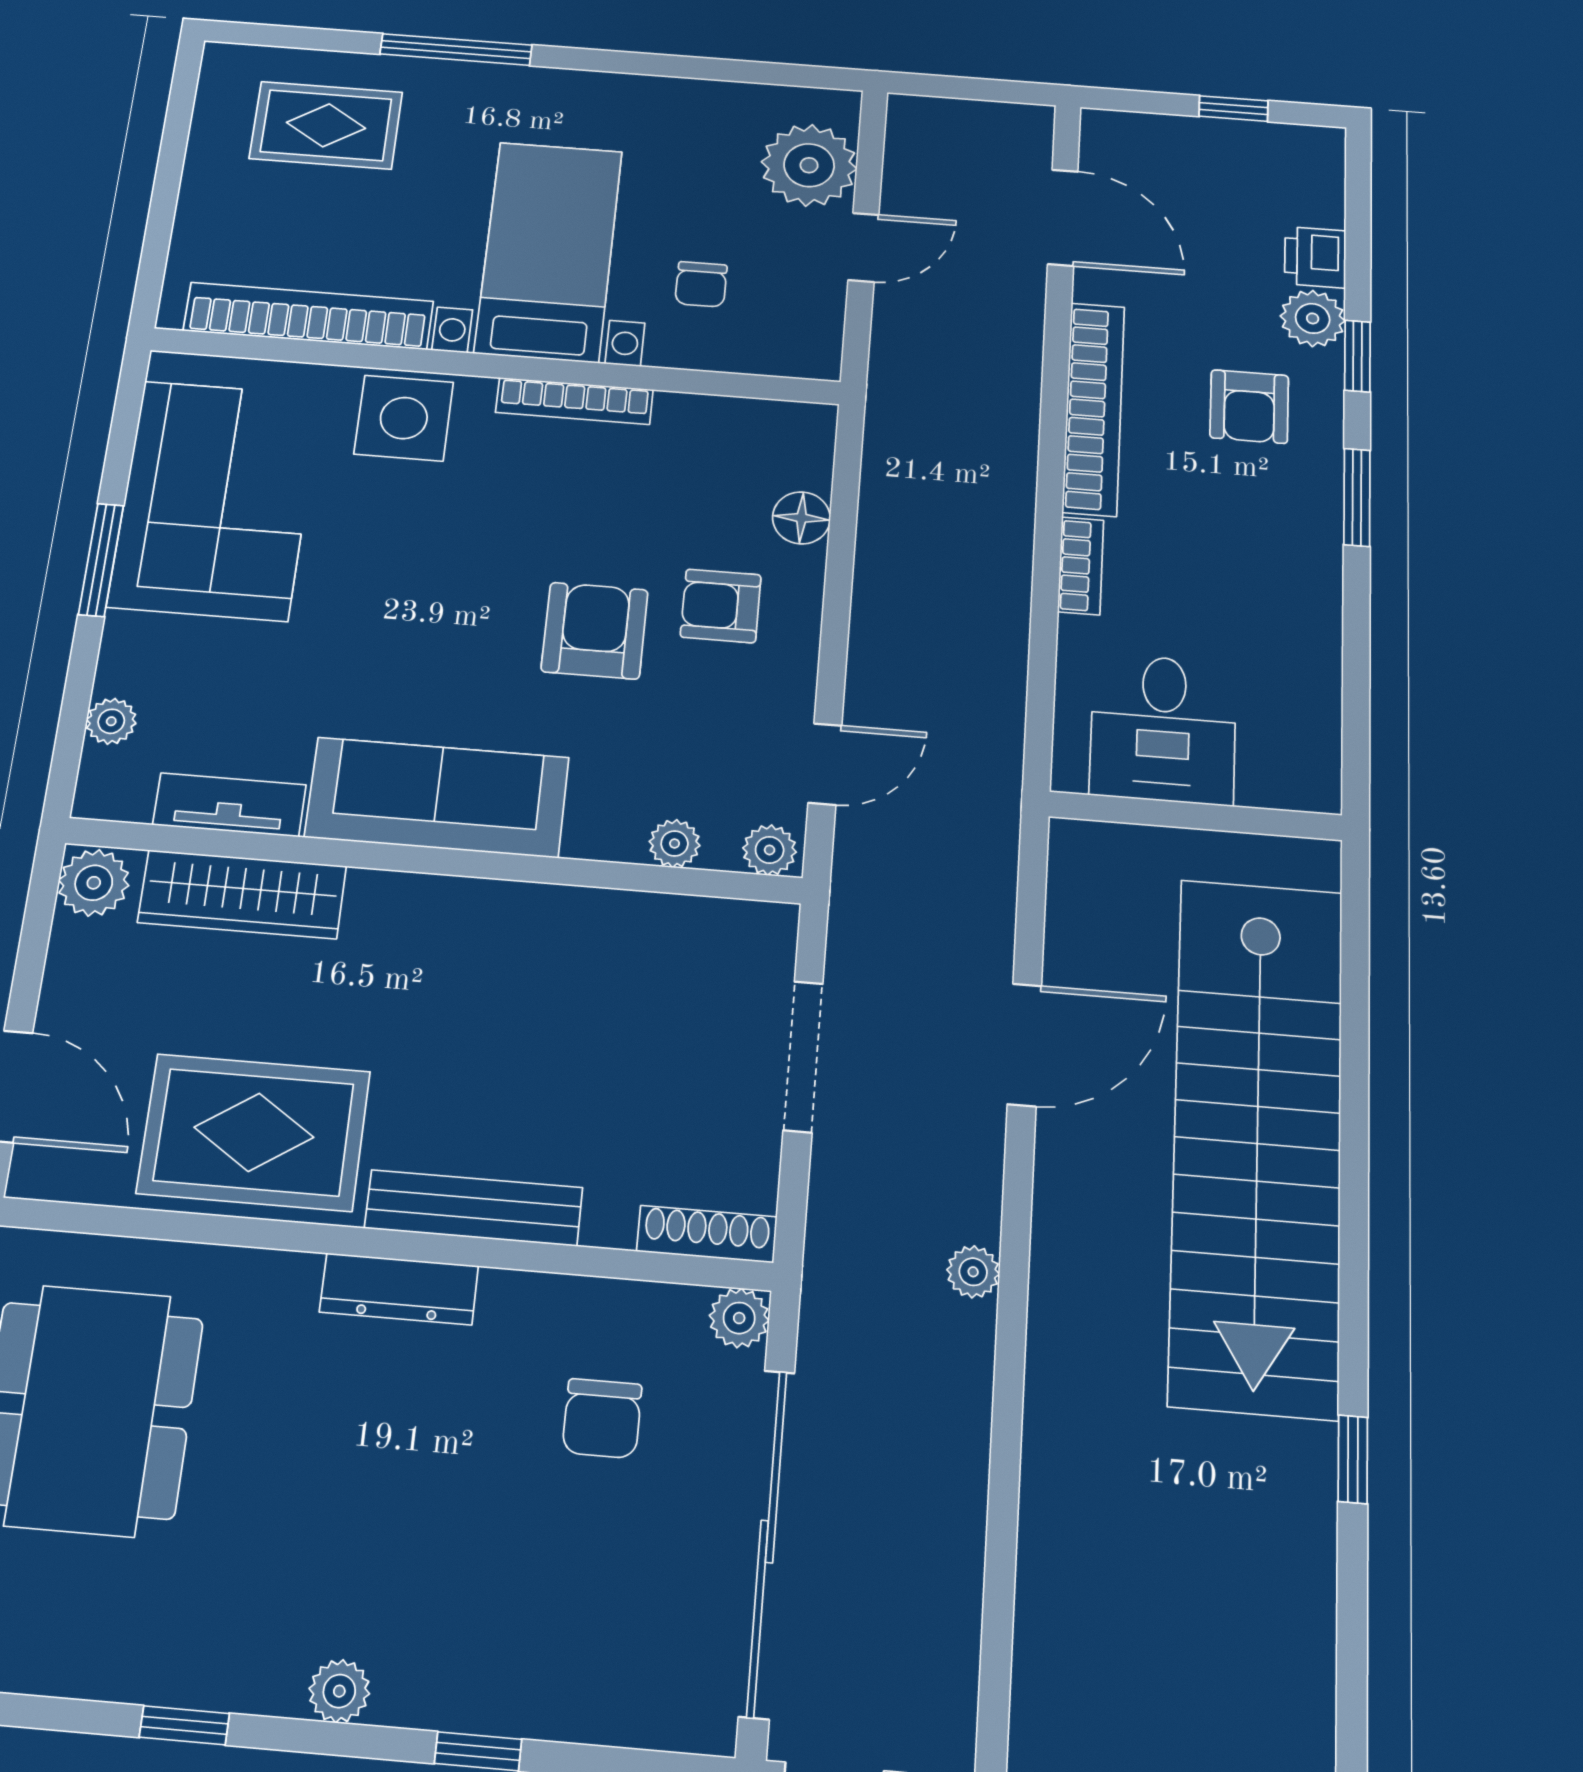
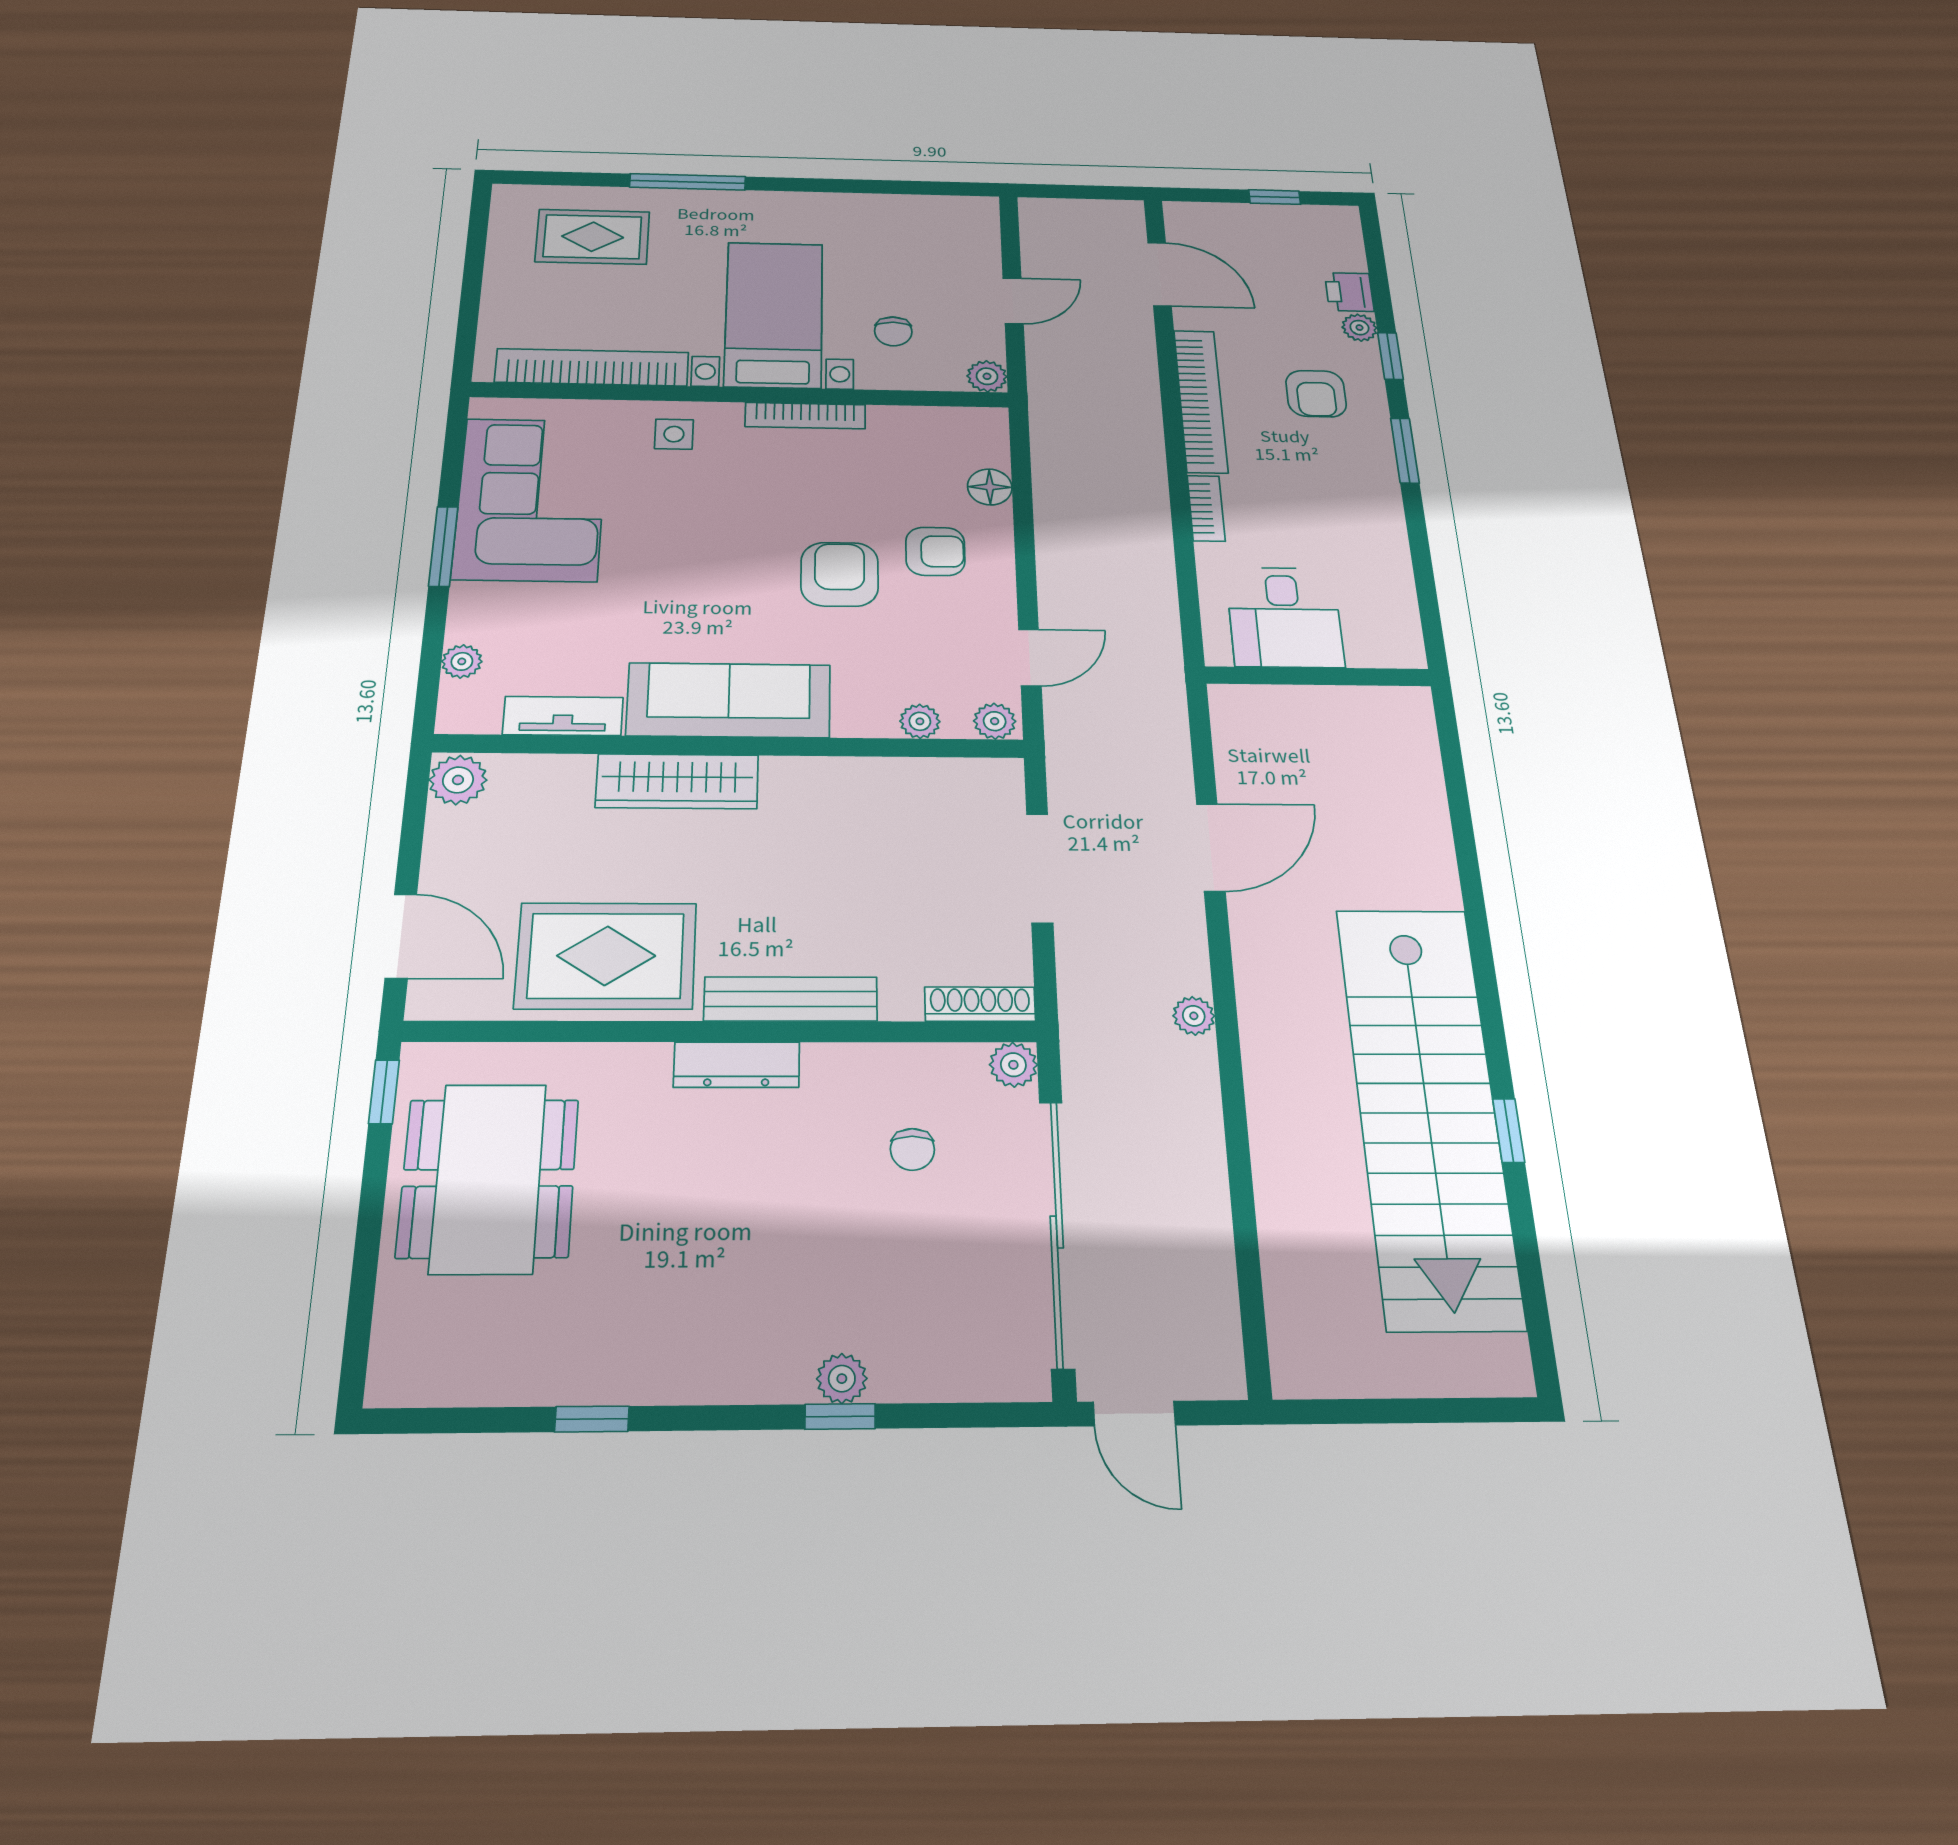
plant: (809, 165) -> (987, 376), moved, width x0.53, depth x0.53
plant: (1313, 318) -> (1359, 328), width x0.73, depth x0.73
side table: (404, 418) -> (674, 434), width x0.54, depth x0.54
armchair: (721, 606) -> (935, 551), turned 180
wardrobe: (242, 894) -> (677, 781), moved
stairs: (1257, 1142) -> (1427, 1111), moved
chair: (602, 1418) -> (912, 1149), width x0.73, depth x0.73
plant: (339, 1691) -> (842, 1379), moved

